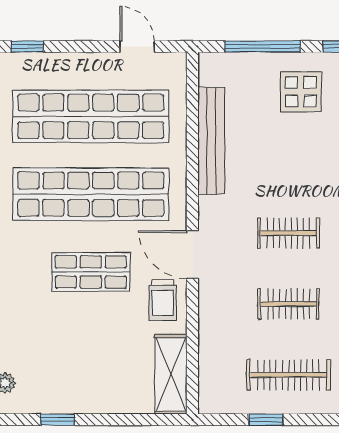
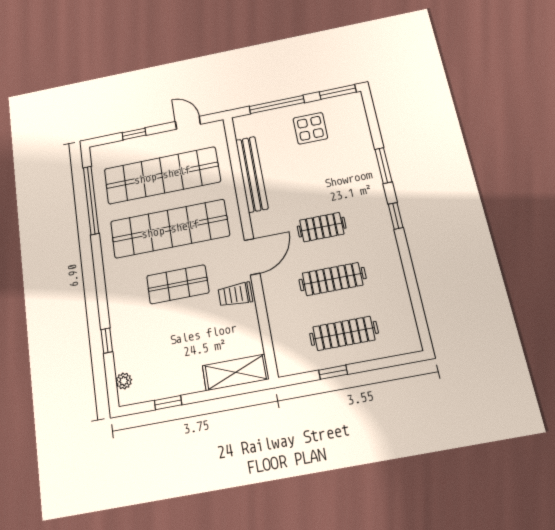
window: (27, 47) -> (134, 134), moved
door: (192, 254) -> (252, 257), swing flipped
trolley: (163, 300) -> (235, 295), turned 90
clothes rail: (288, 304) -> (333, 279), width x1.36
shelving: (171, 374) -> (236, 372), moved, turned 90

